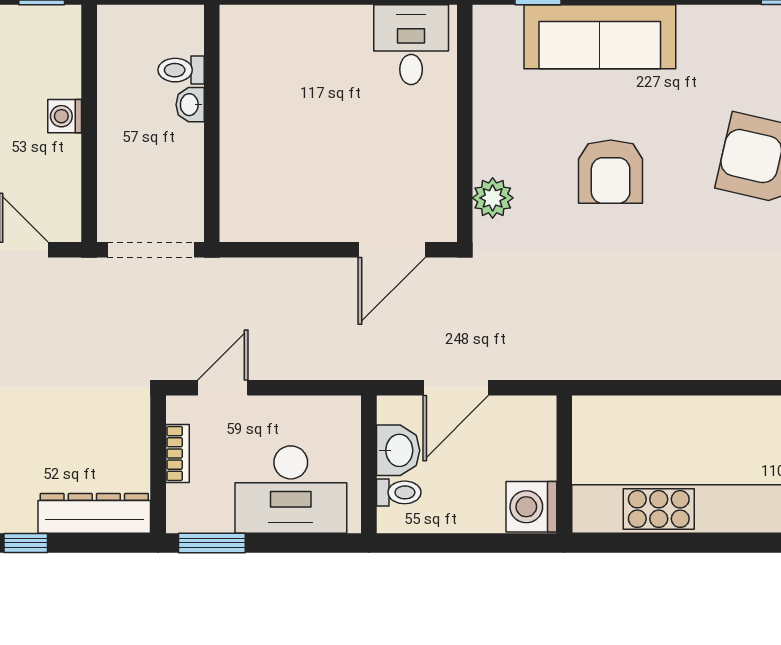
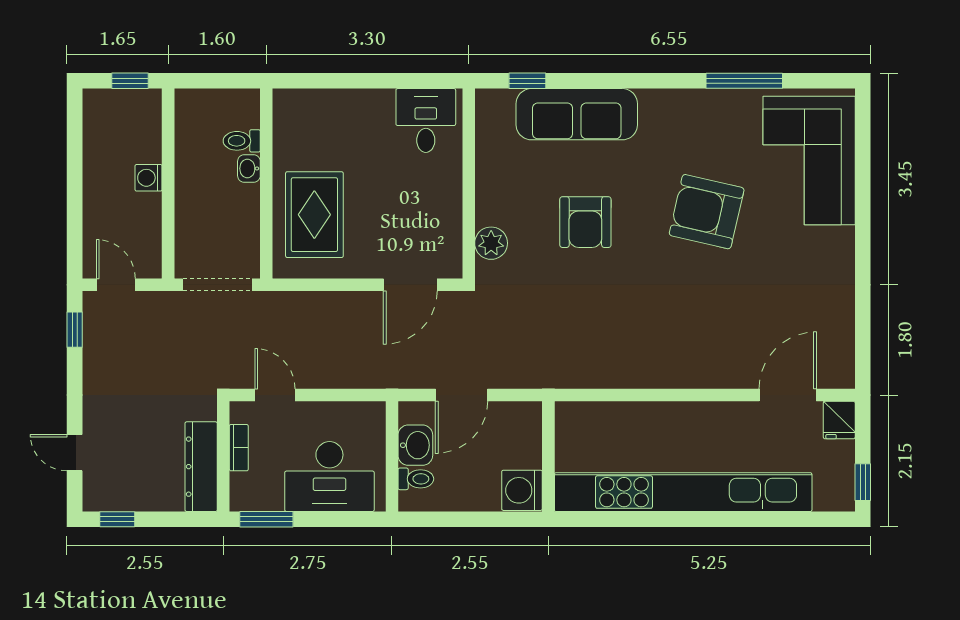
rug: (272, 162) -> (314, 215), added
door: (223, 388) -> (275, 395), hinge flipped
dresser: (94, 513) -> (201, 467), moved, turned -90

